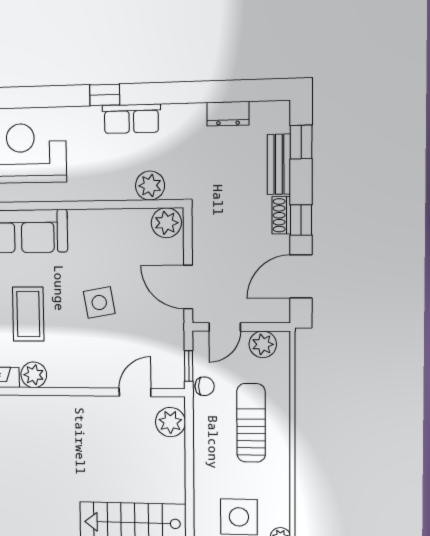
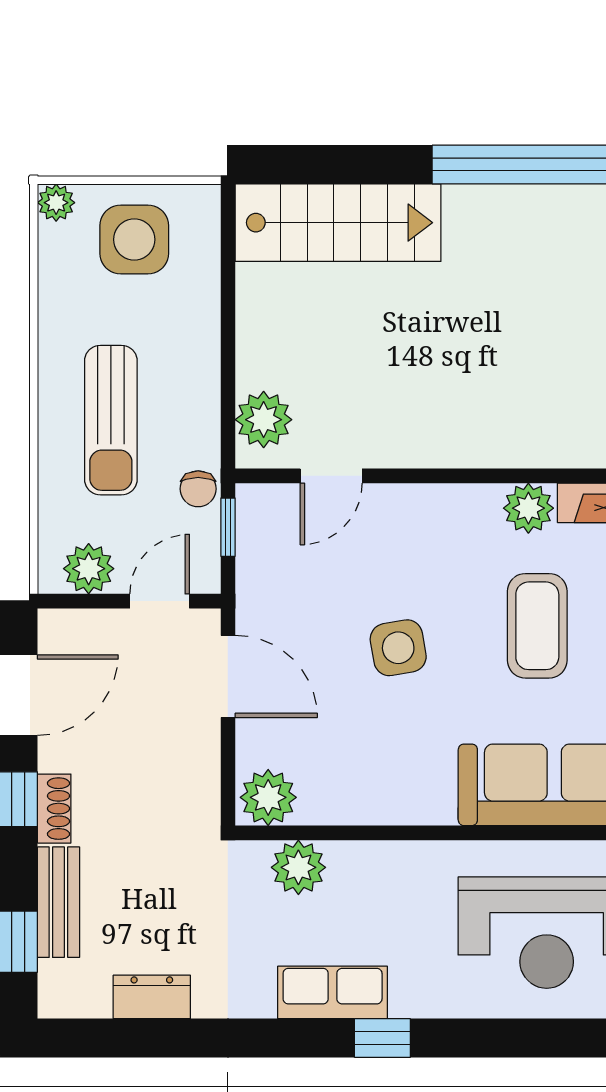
chair: (205, 386) -> (198, 489), turned -90

